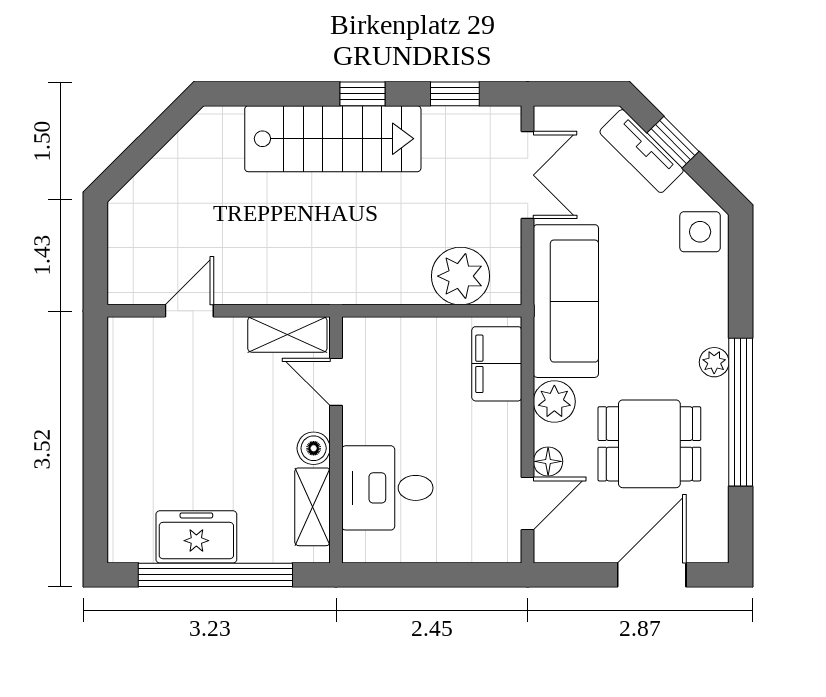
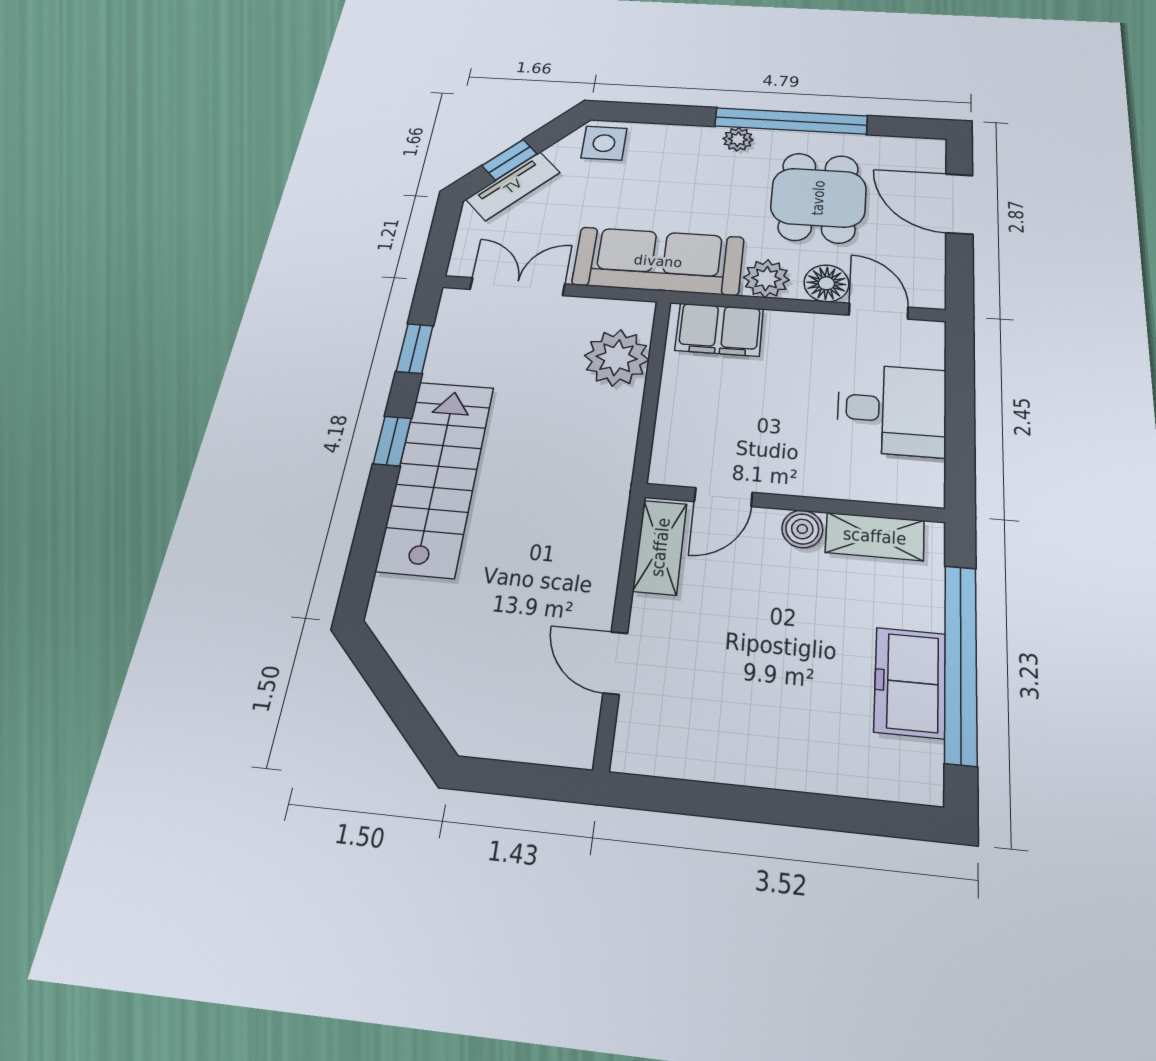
floor lamp: (548, 461) -> (826, 283), width x1.37, depth x1.37
desk: (387, 488) -> (892, 410), moved, turned -90

